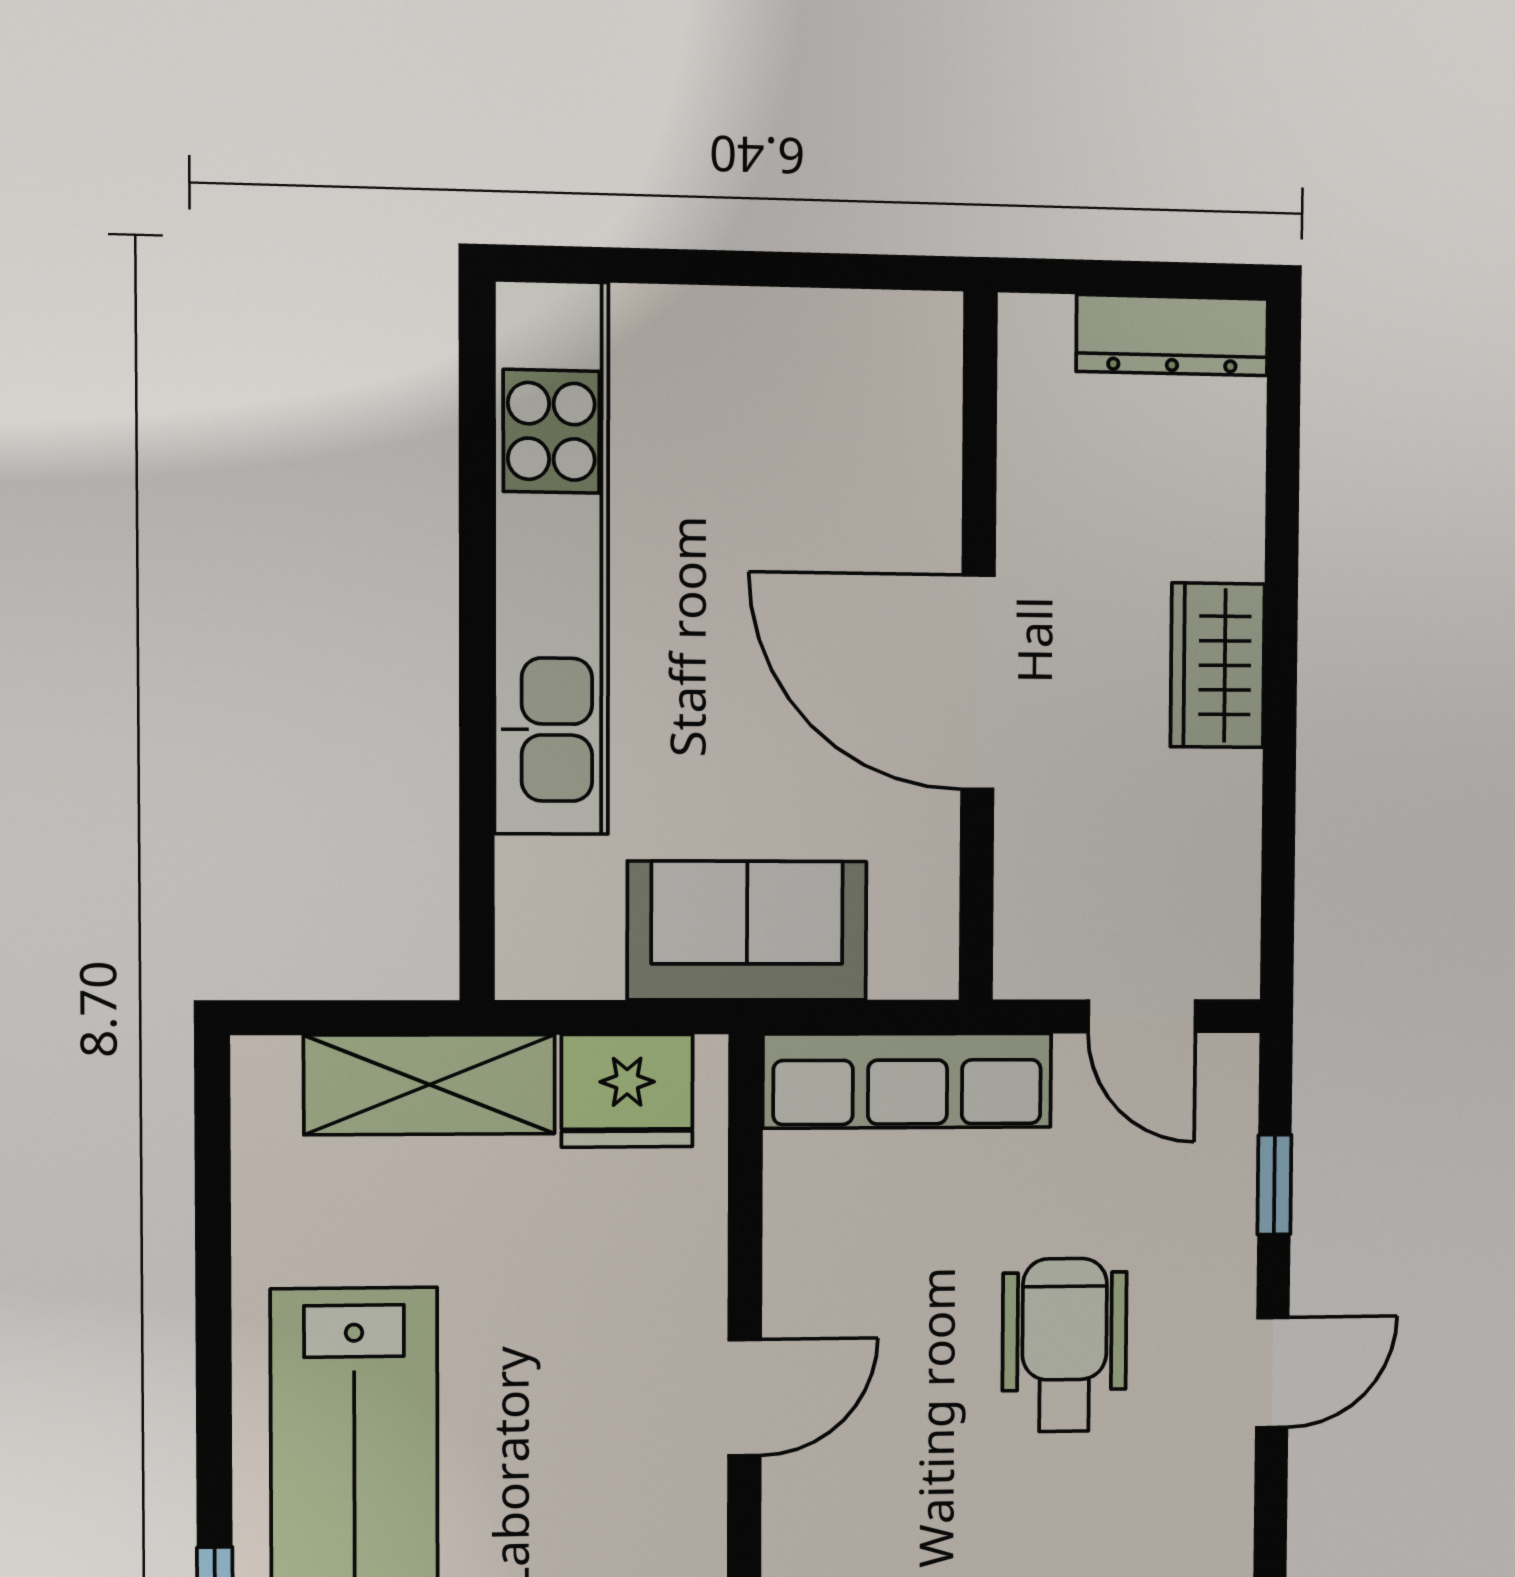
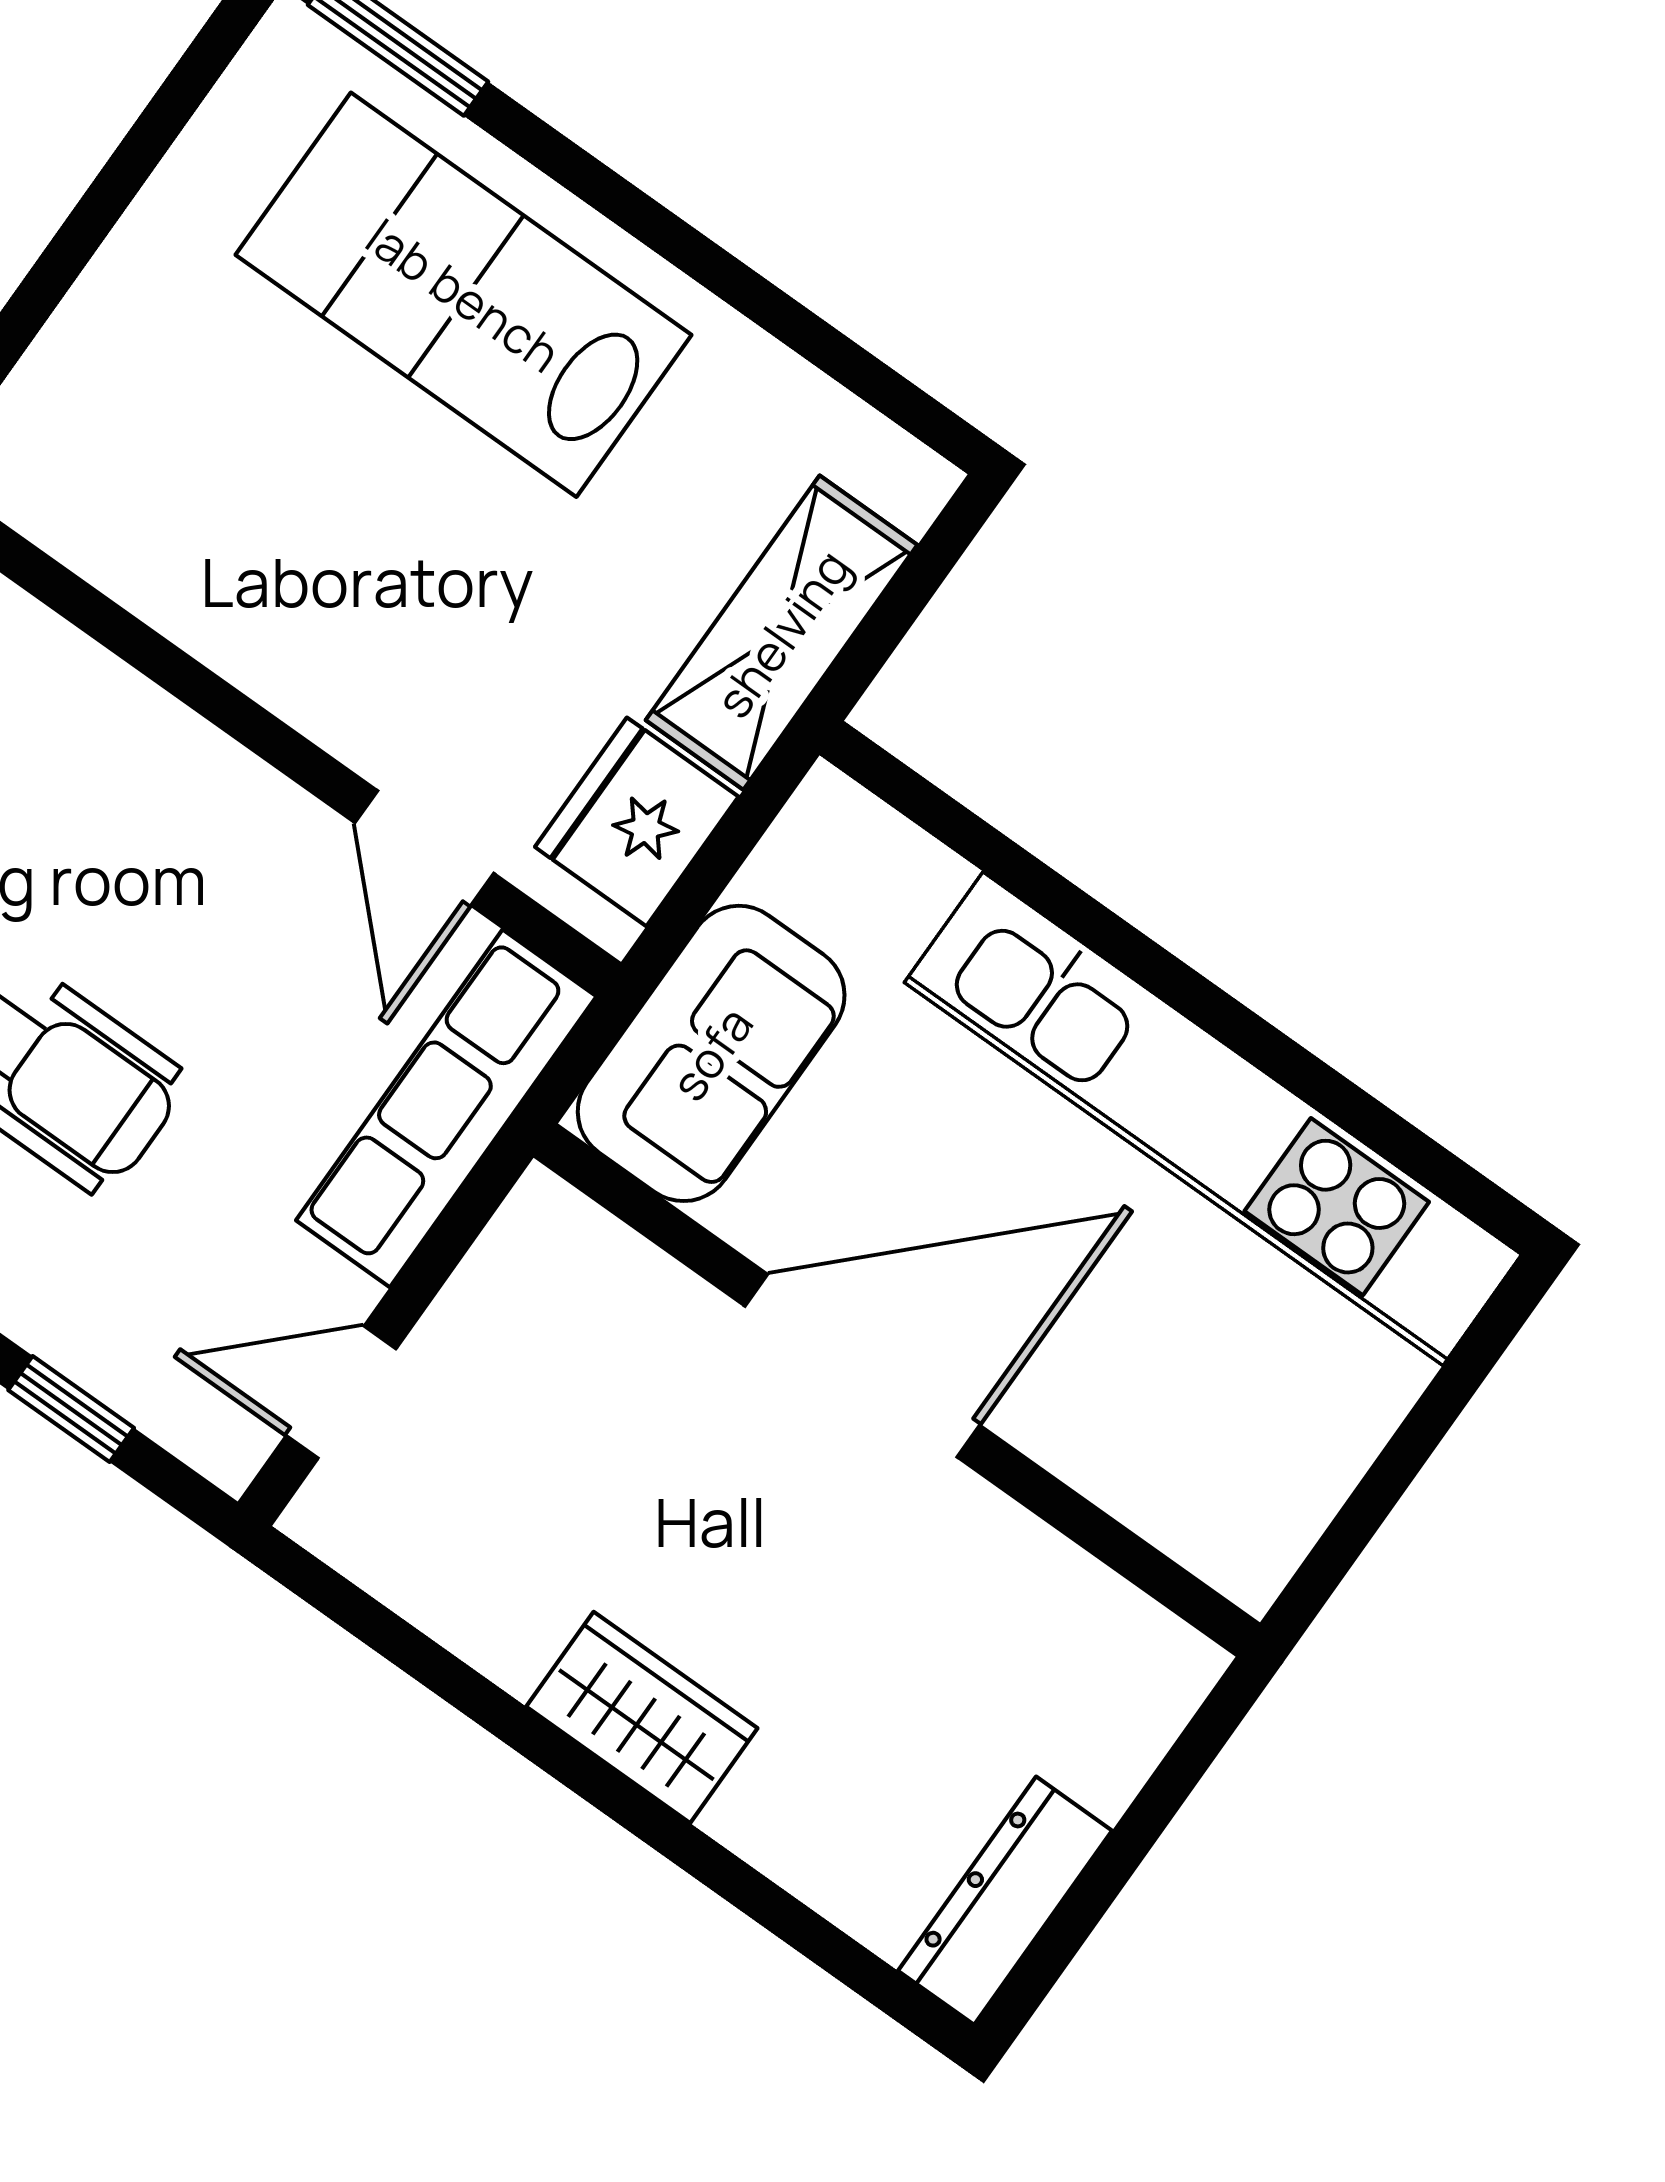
wall: (978, 648) -> (897, 1390), moved
door: (978, 682) -> (862, 1366), moved
door: (745, 1398) -> (424, 848), moved

